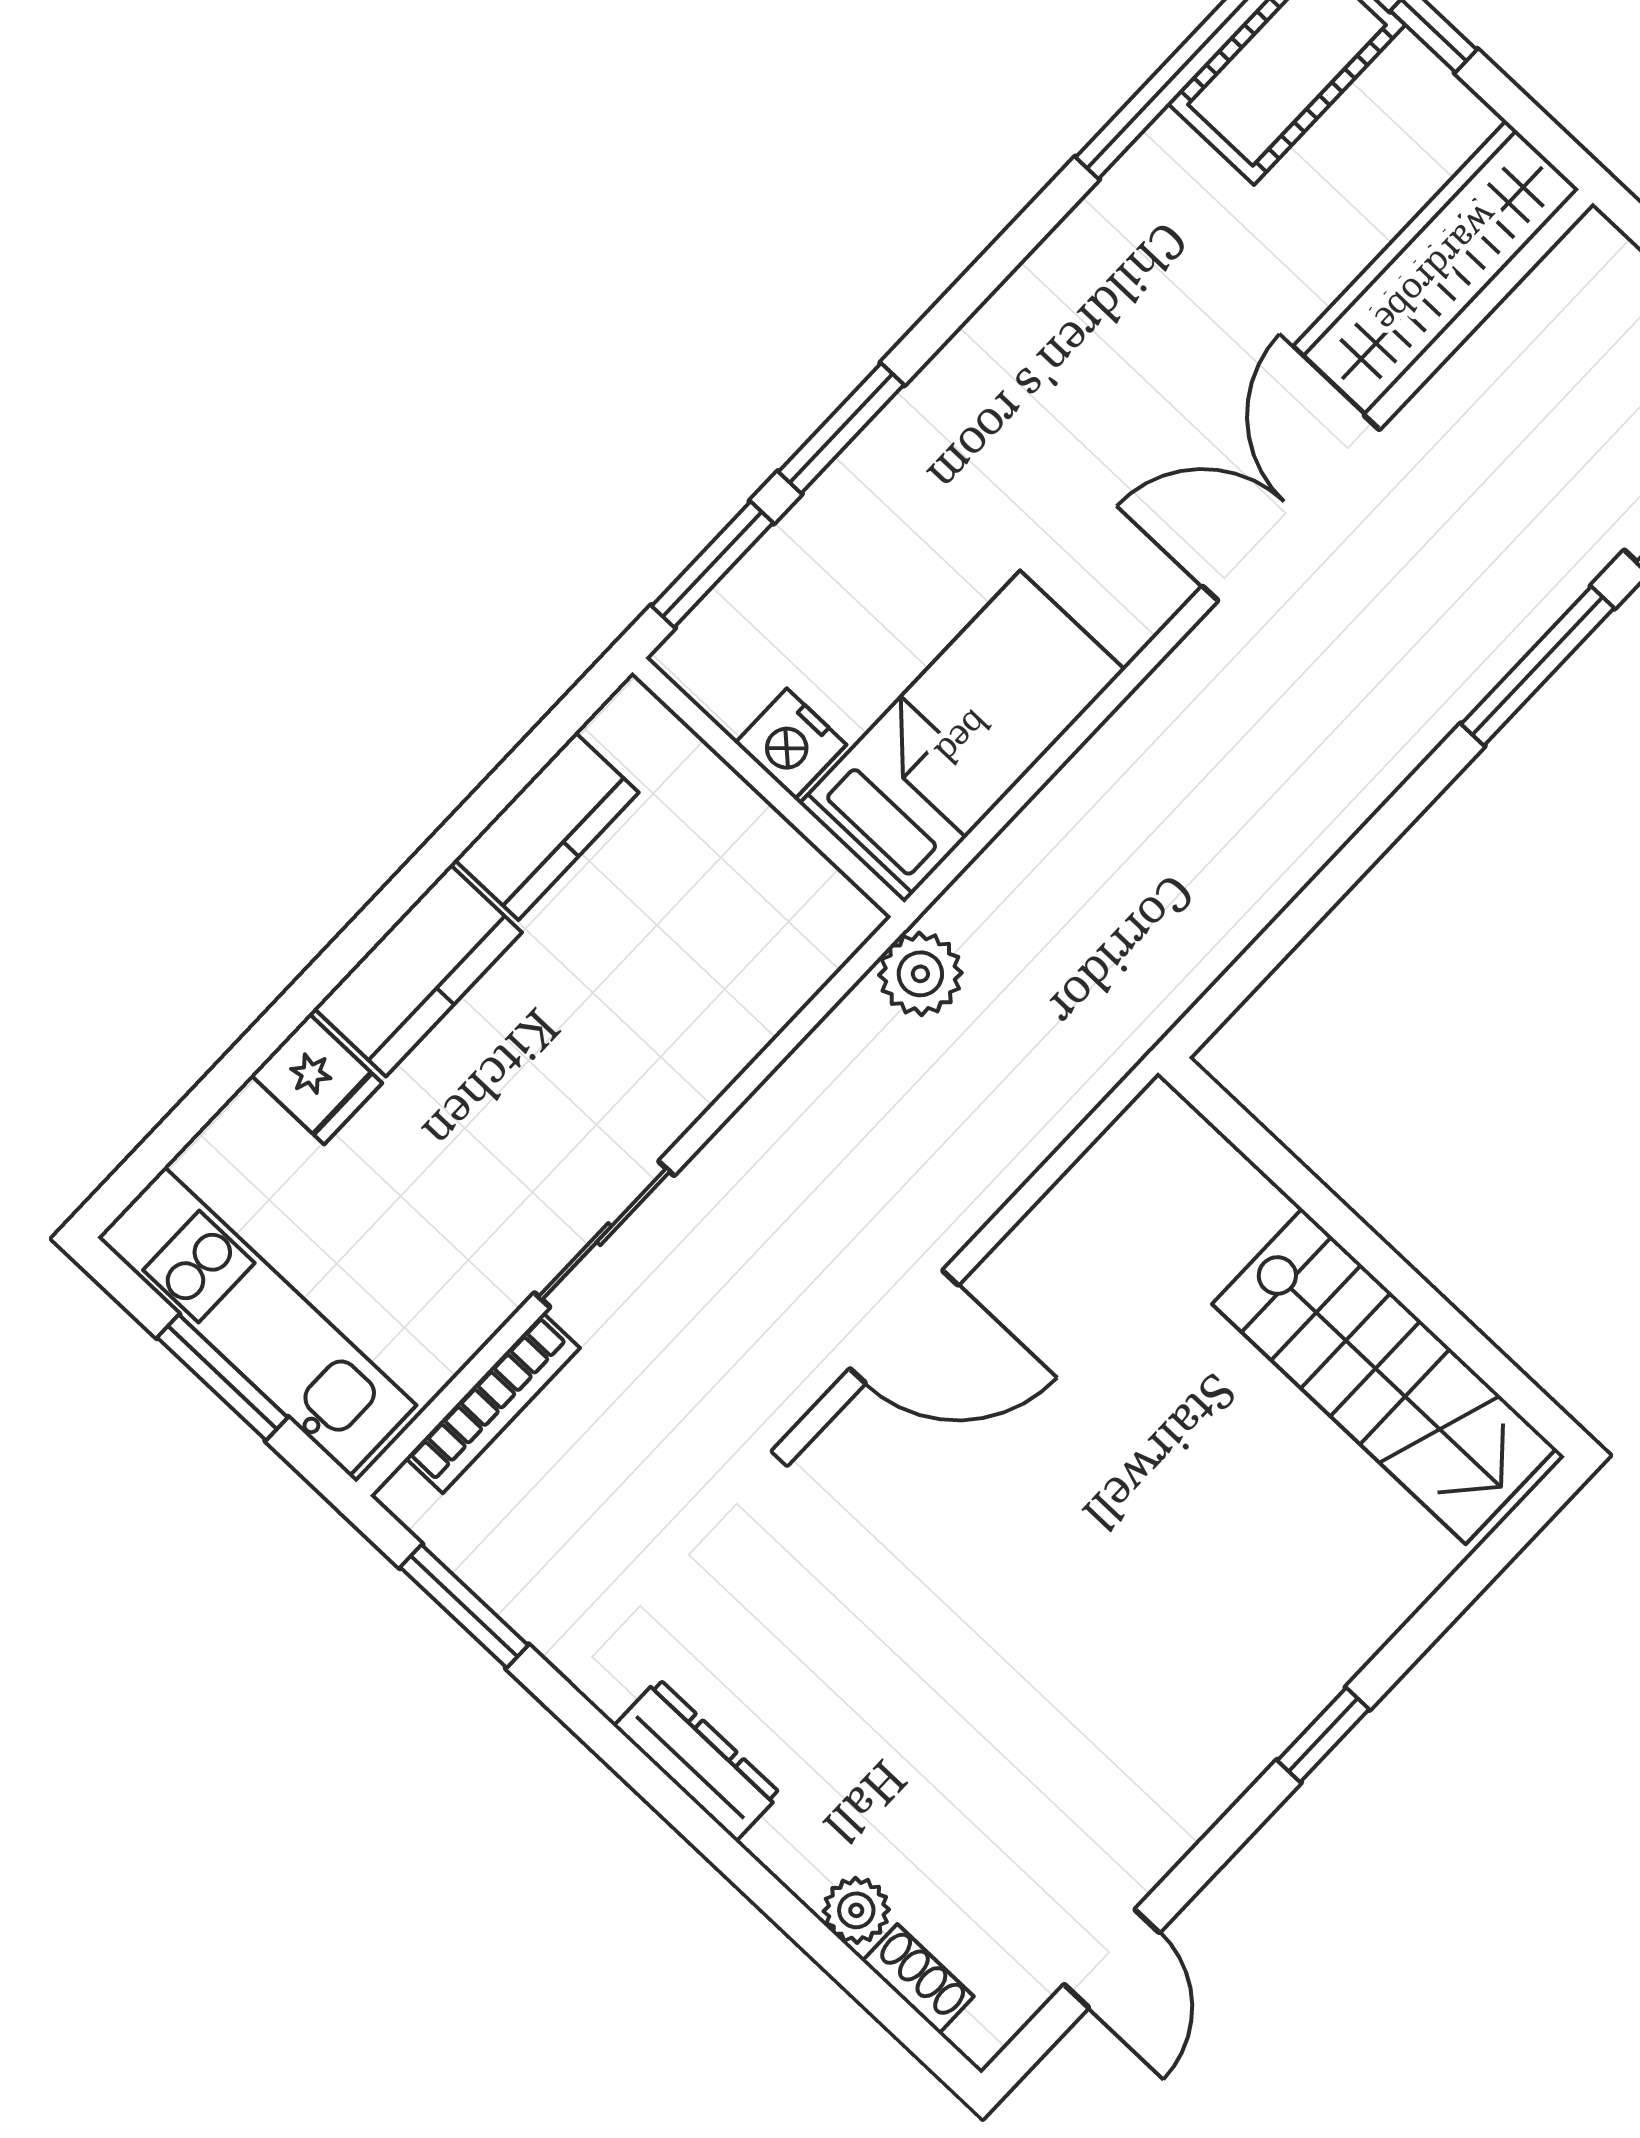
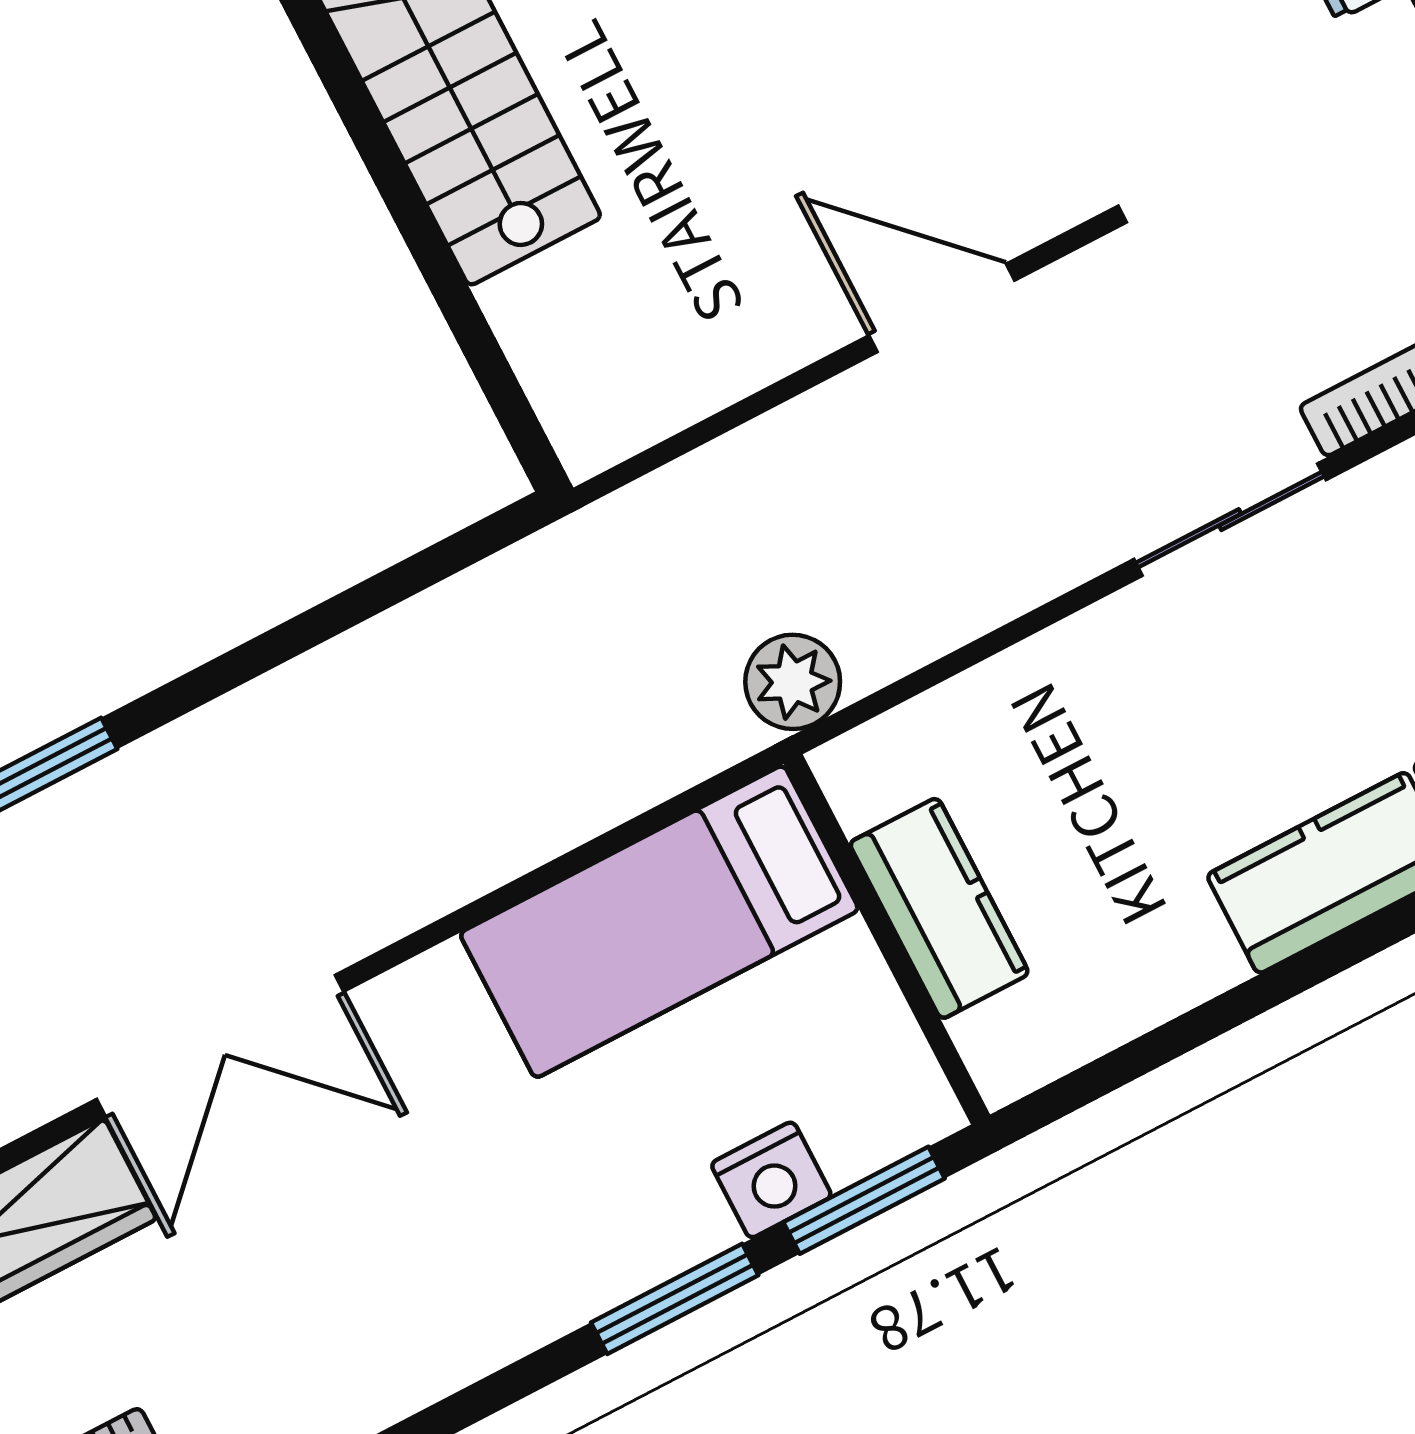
nightstand: (791, 744) -> (771, 1180), moved, turned 90
kitchen counter: (547, 826) -> (939, 908), moved, turned 90

